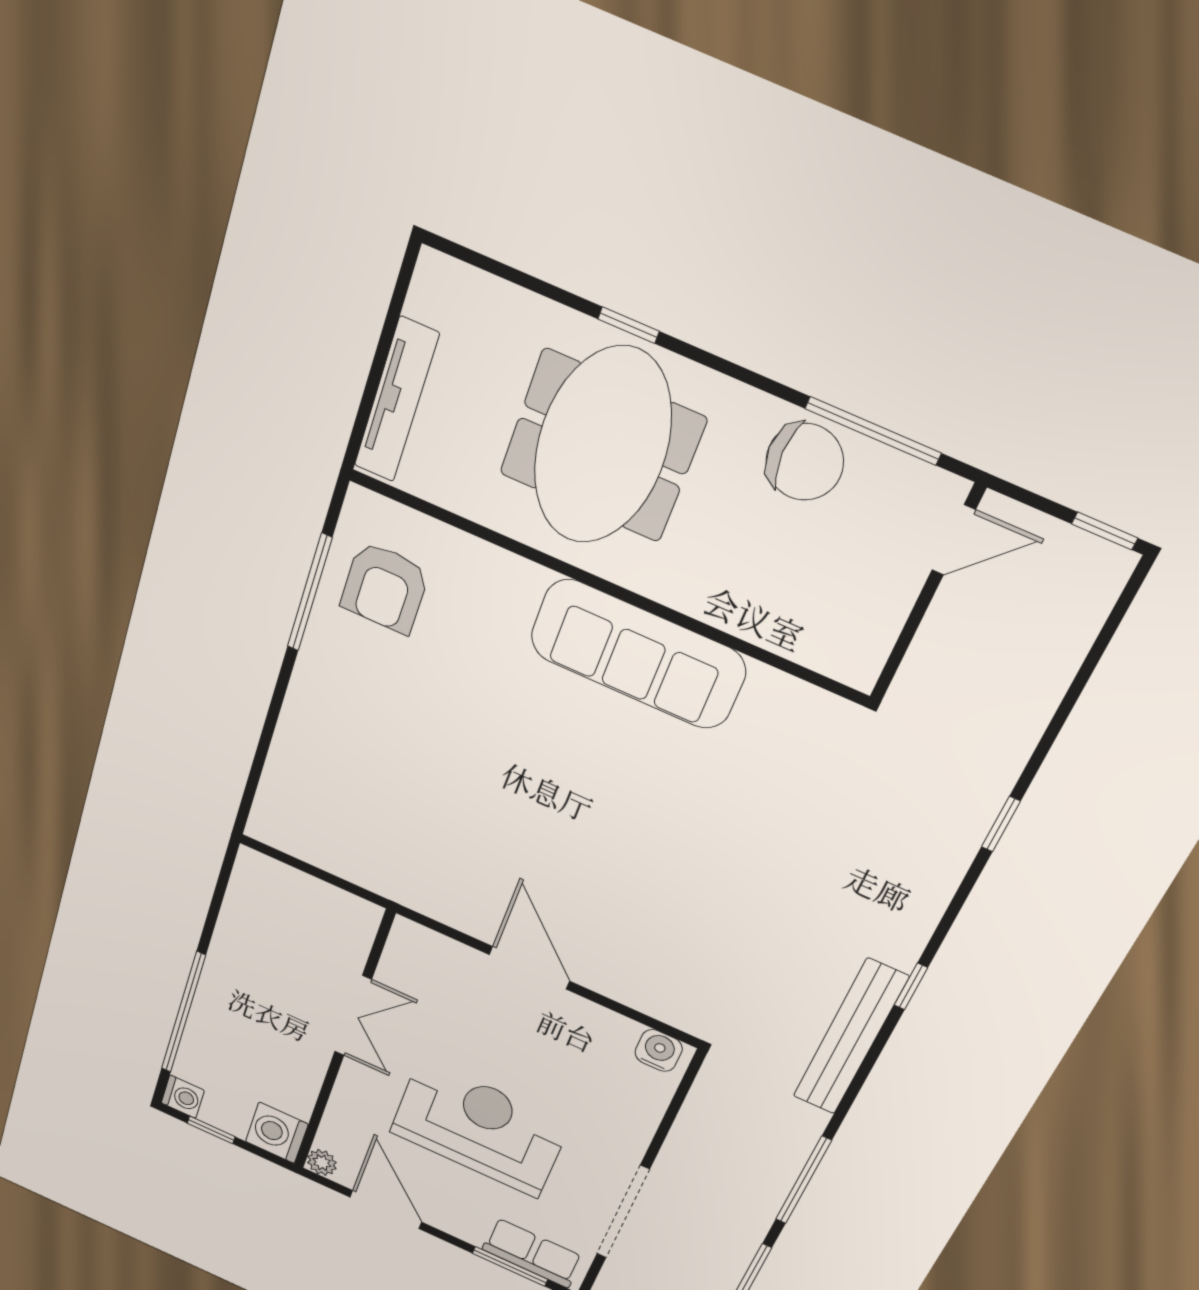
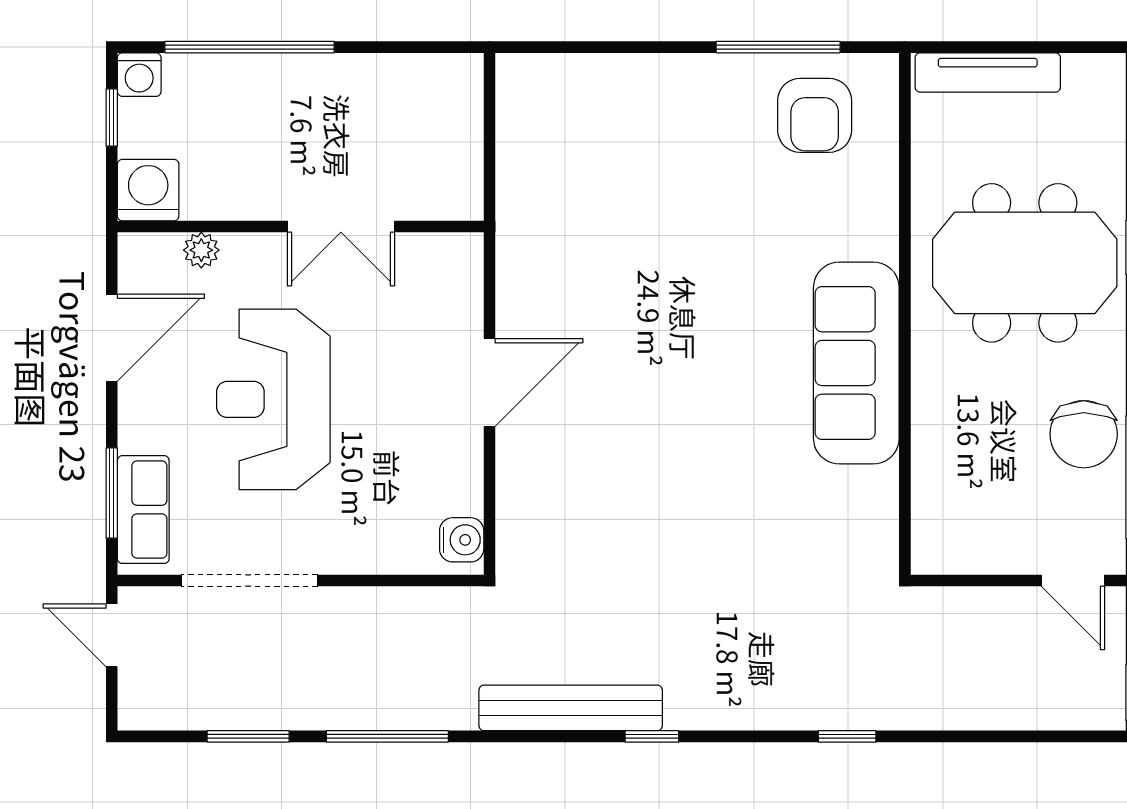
armchair: (385, 587) -> (815, 115), turned -90
reception desk: (479, 1128) -> (273, 399), turned 180
plant: (322, 1162) -> (201, 250), moved

